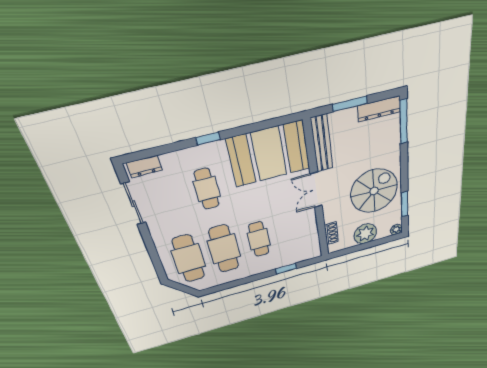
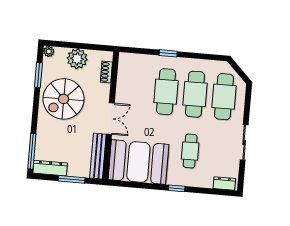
sliding door: (133, 204) -> (244, 142), moved
cafe table: (259, 239) -> (166, 92), width x1.37, depth x1.35
window: (286, 269) -> (168, 53), moved

